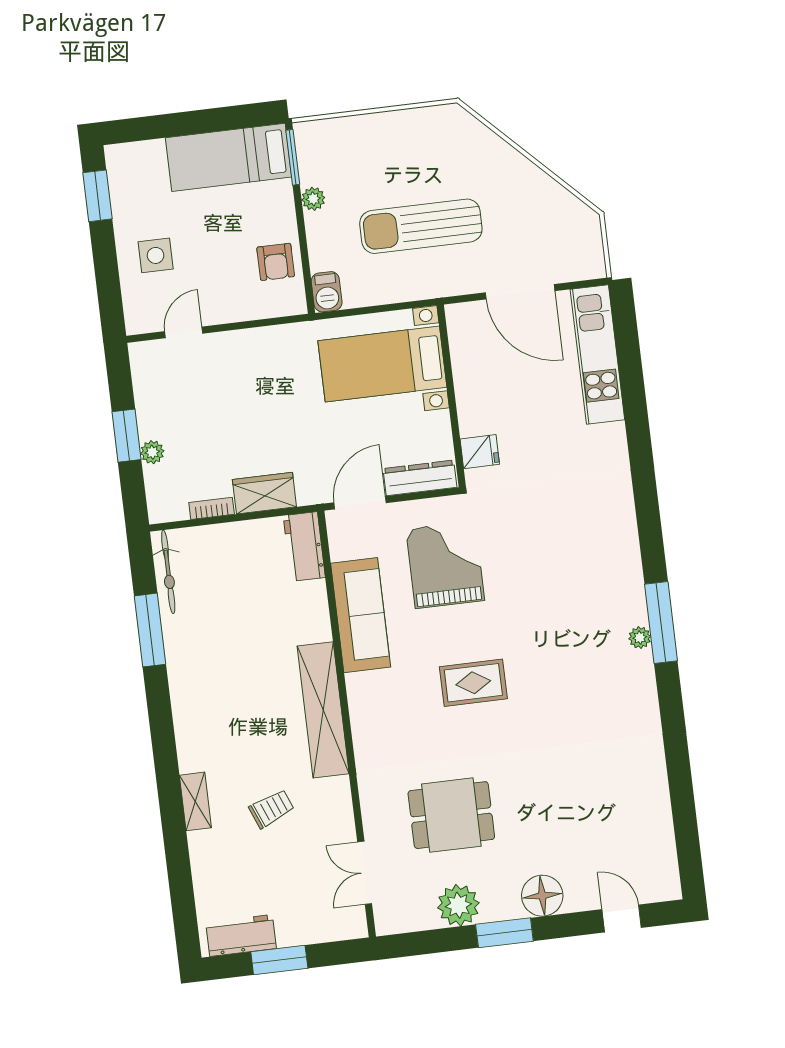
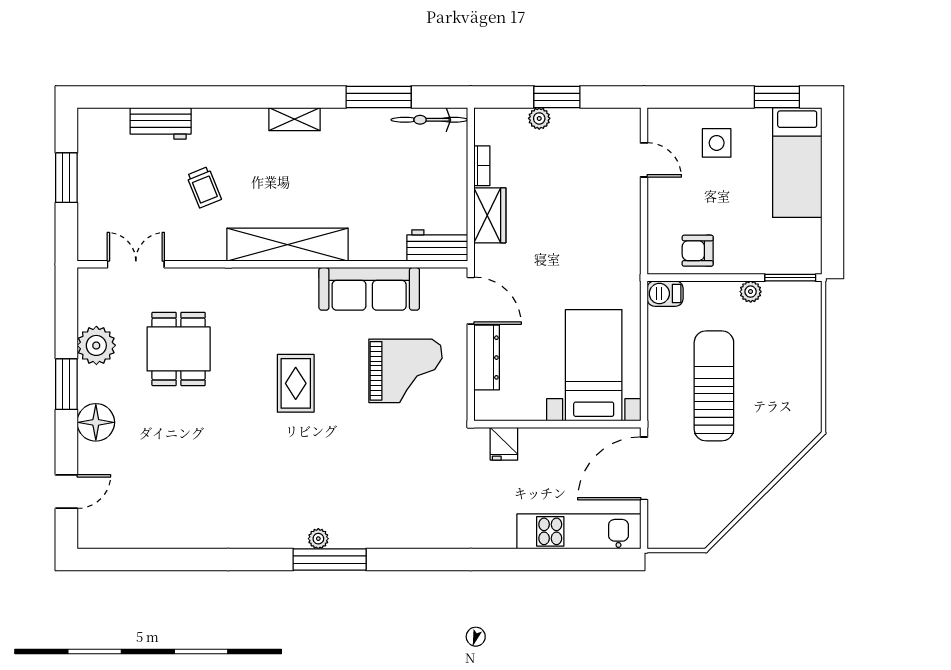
bed: (228, 157) -> (797, 163), moved, turned 180
bed with nightstands: (382, 364) -> (594, 365), moved
wall: (451, 396) -> (557, 424), moved
fridge: (480, 452) -> (504, 444), moved
shelving: (195, 801) -> (295, 119), moved
workbench: (241, 935) -> (161, 123), moved, turned 90

